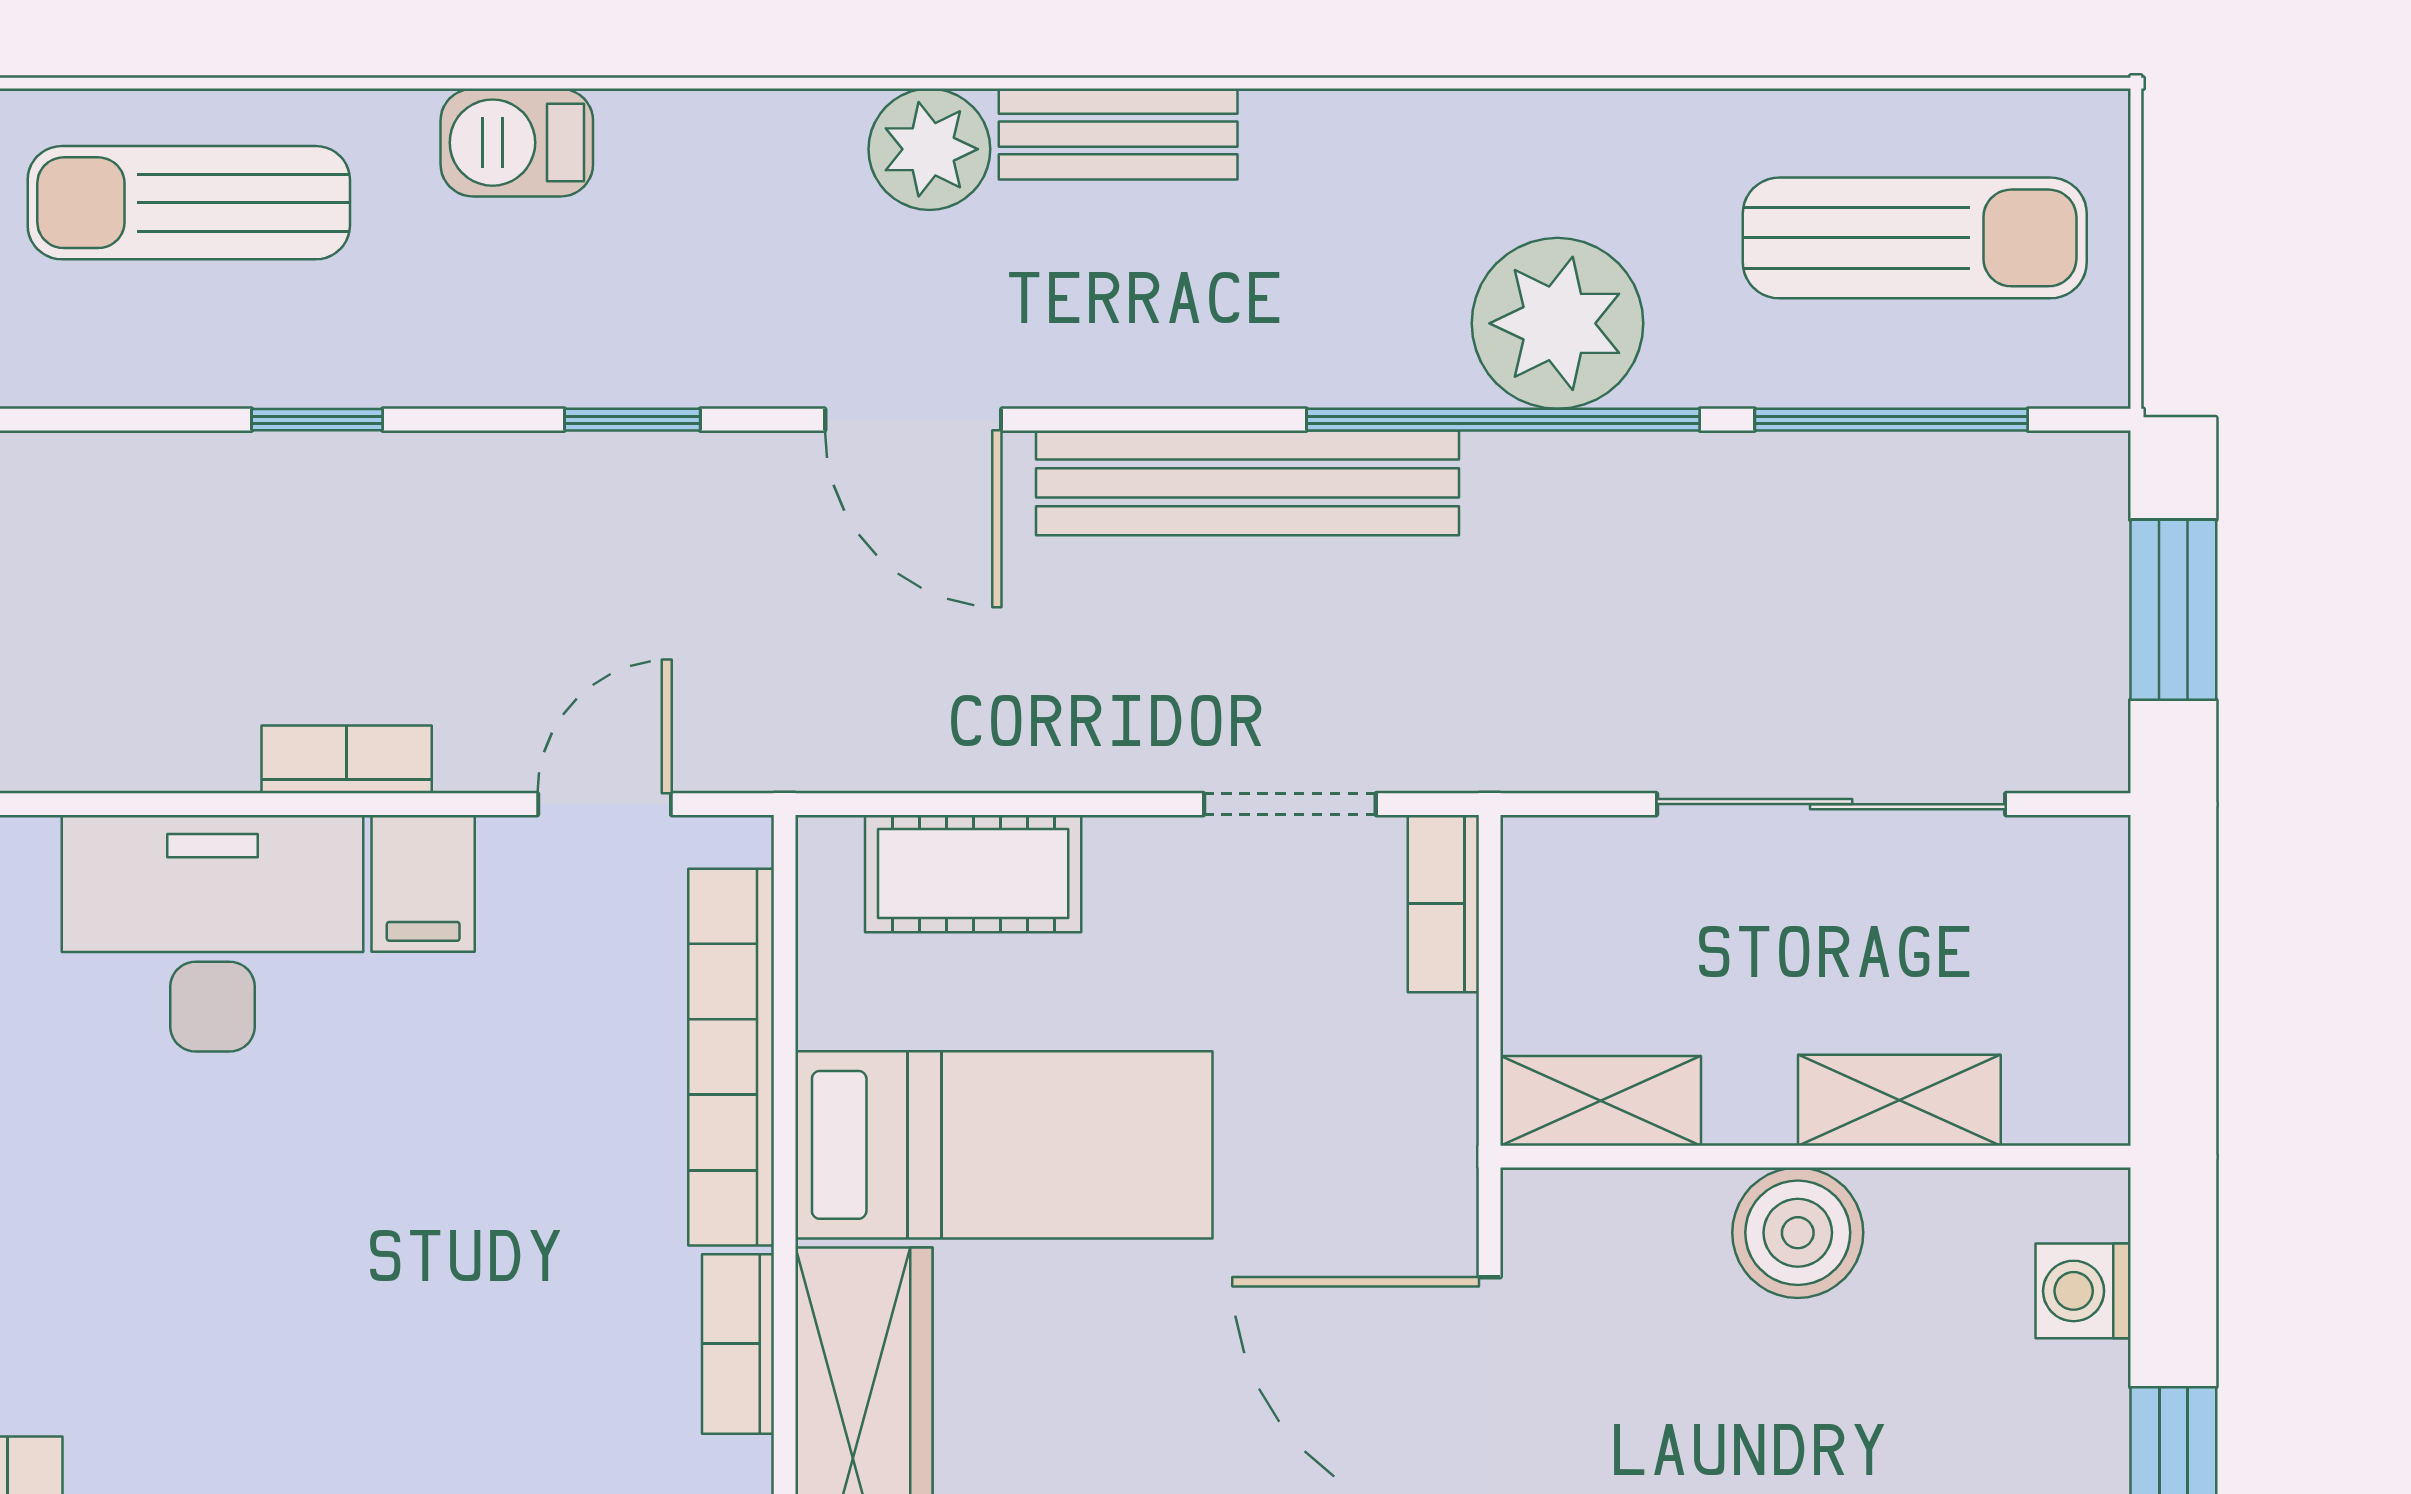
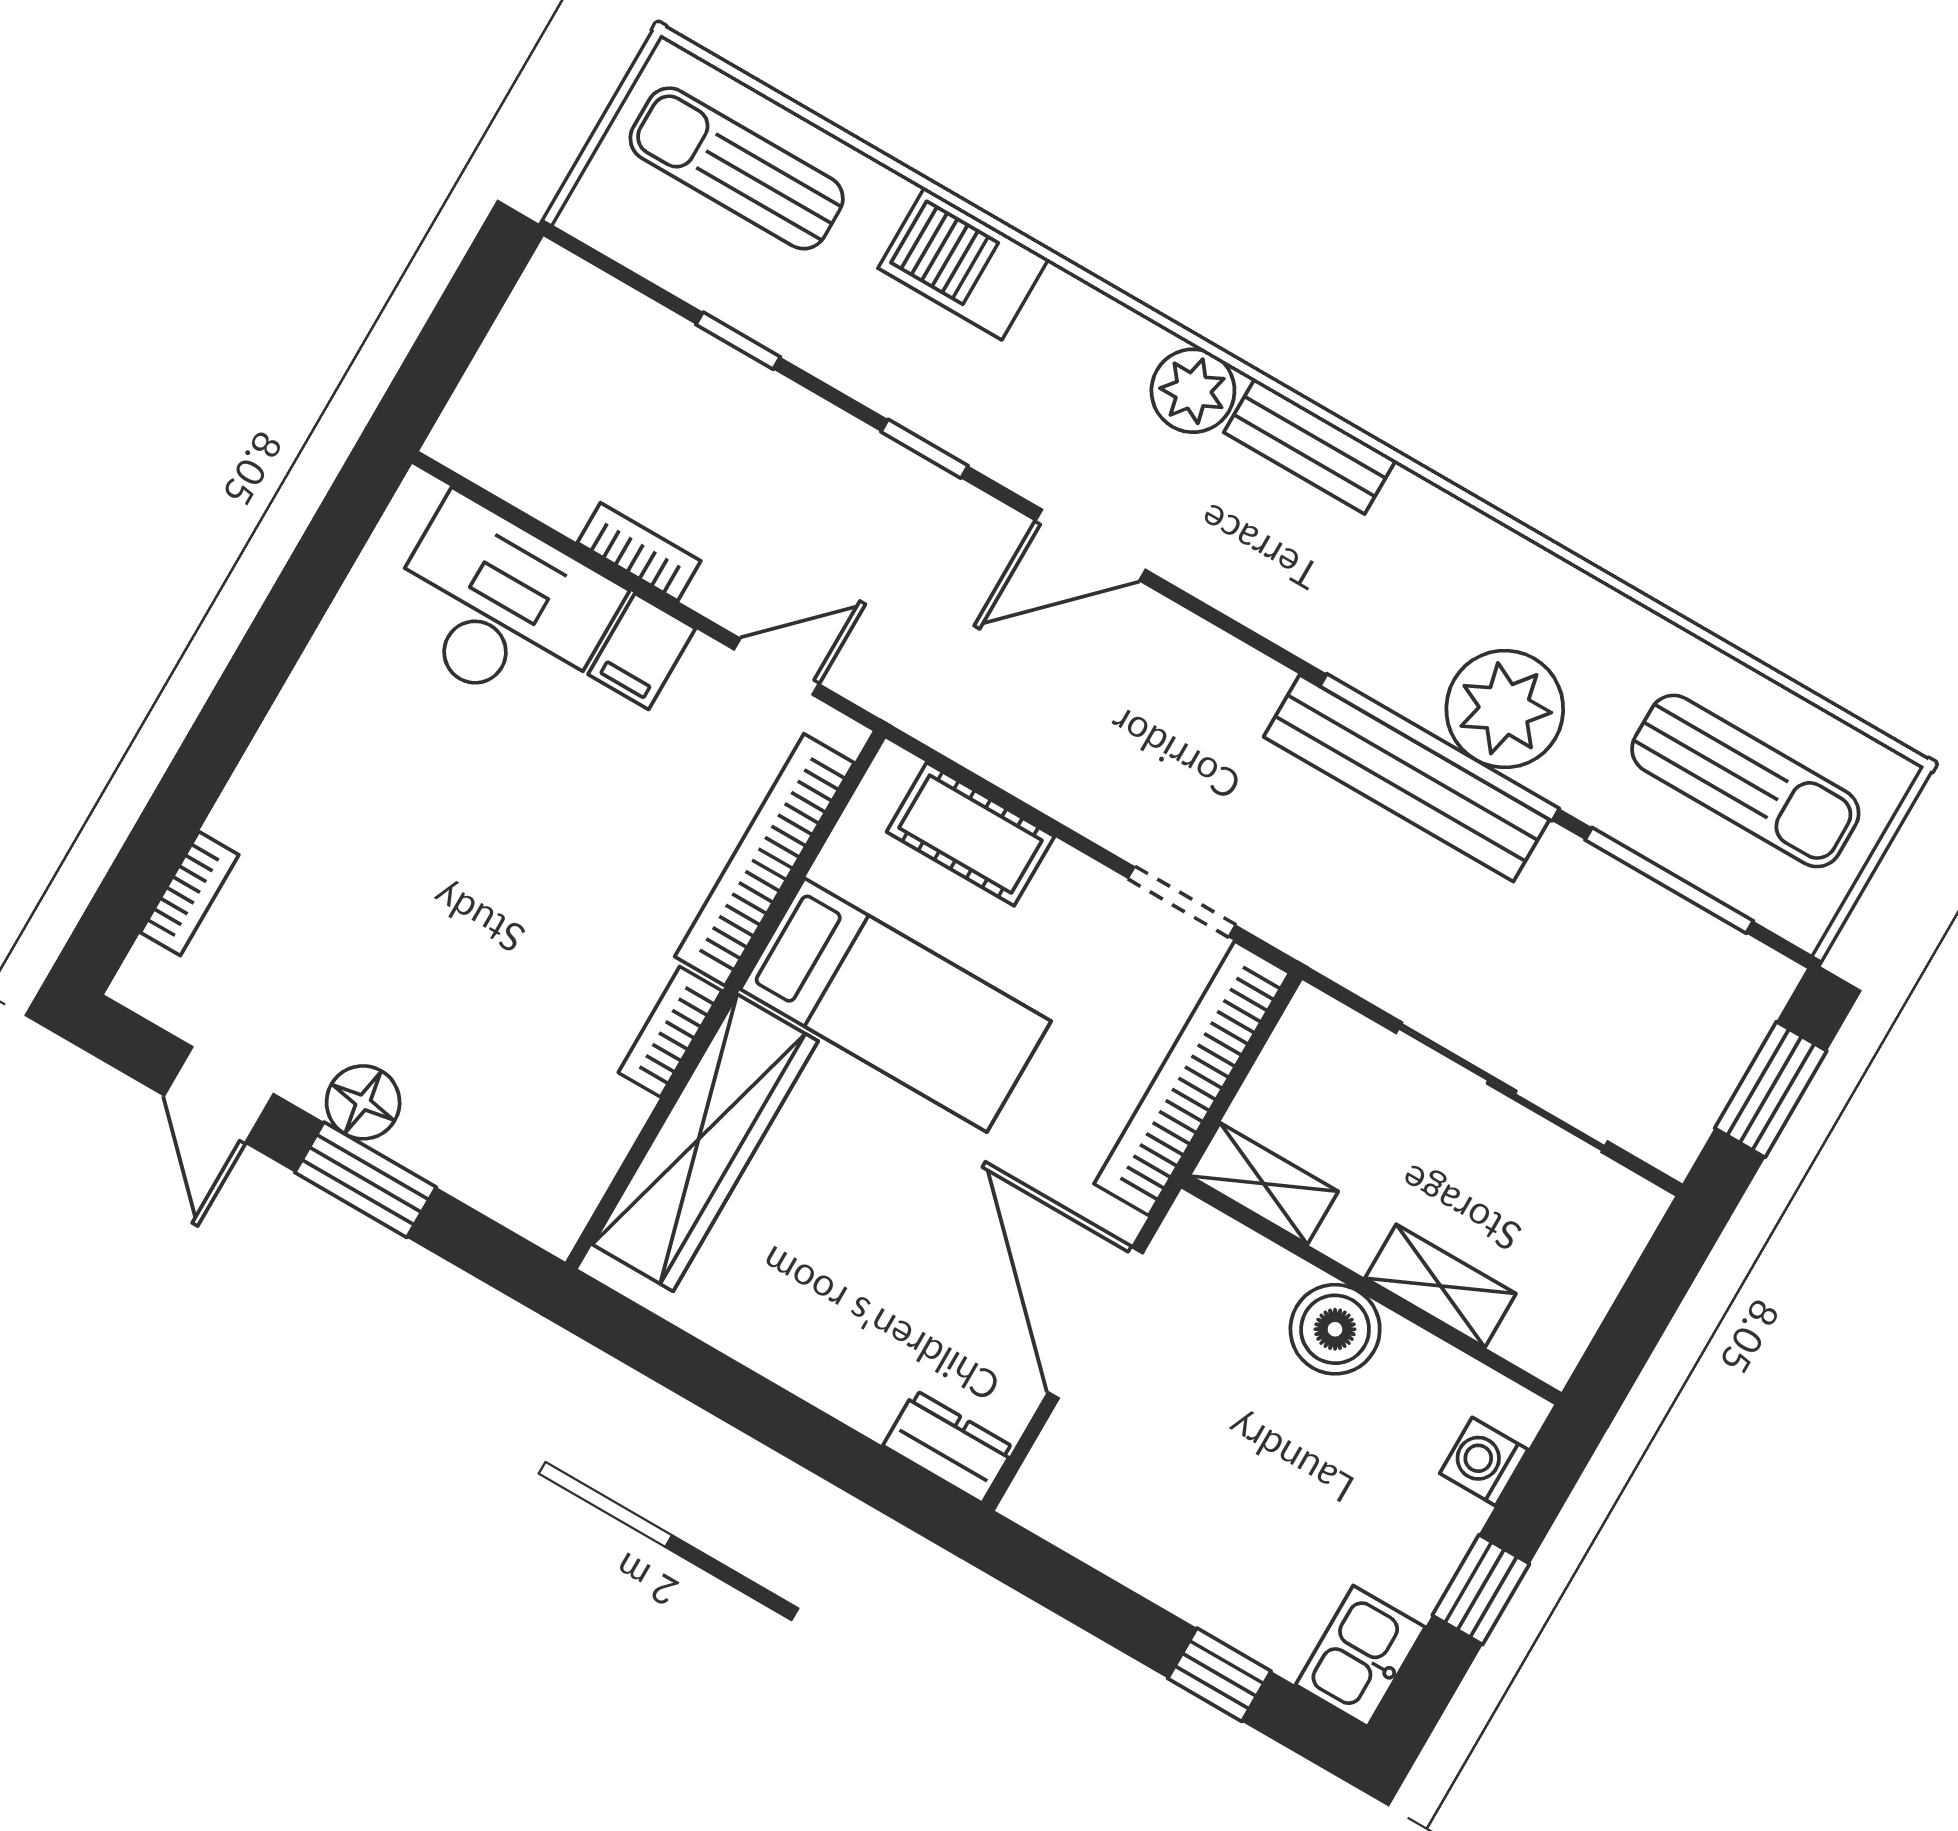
barbecue: (517, 143) -> (963, 264), width x1.38, depth x1.27
door: (913, 420) -> (1091, 545), hinge flipped
bench: (1247, 483) -> (1406, 778), moved
bookcase: (1443, 904) -> (1192, 1078), width x2.31, depth x1.31

